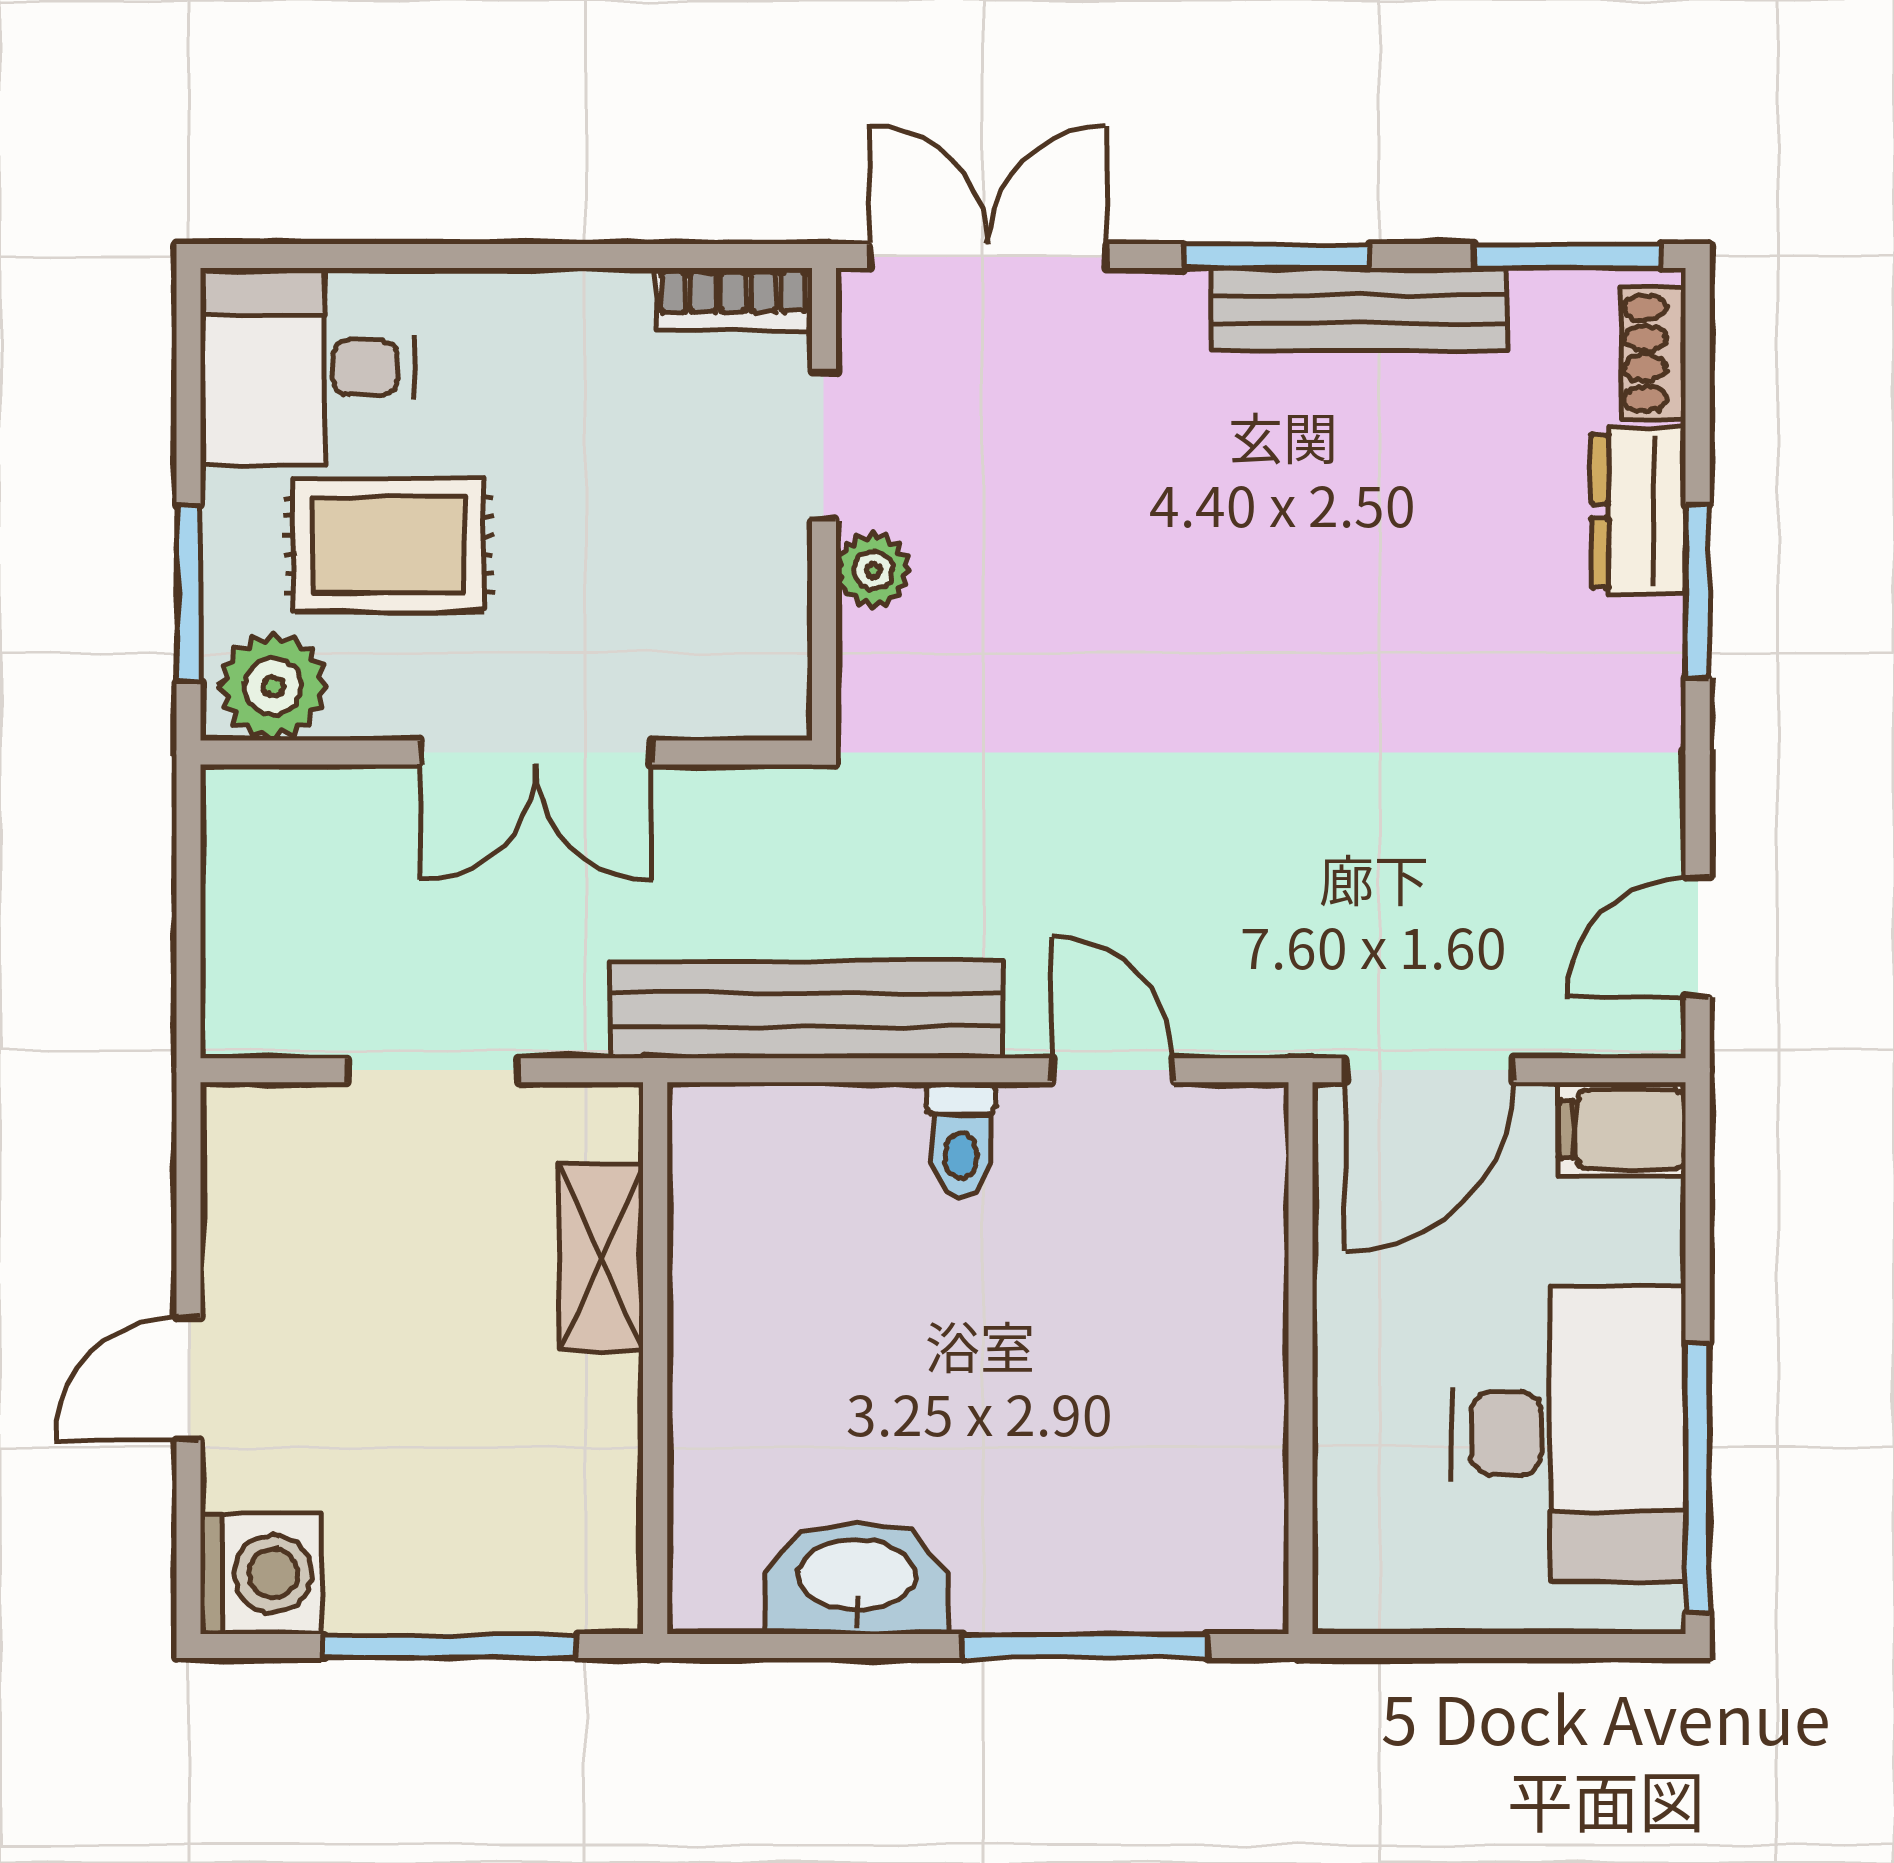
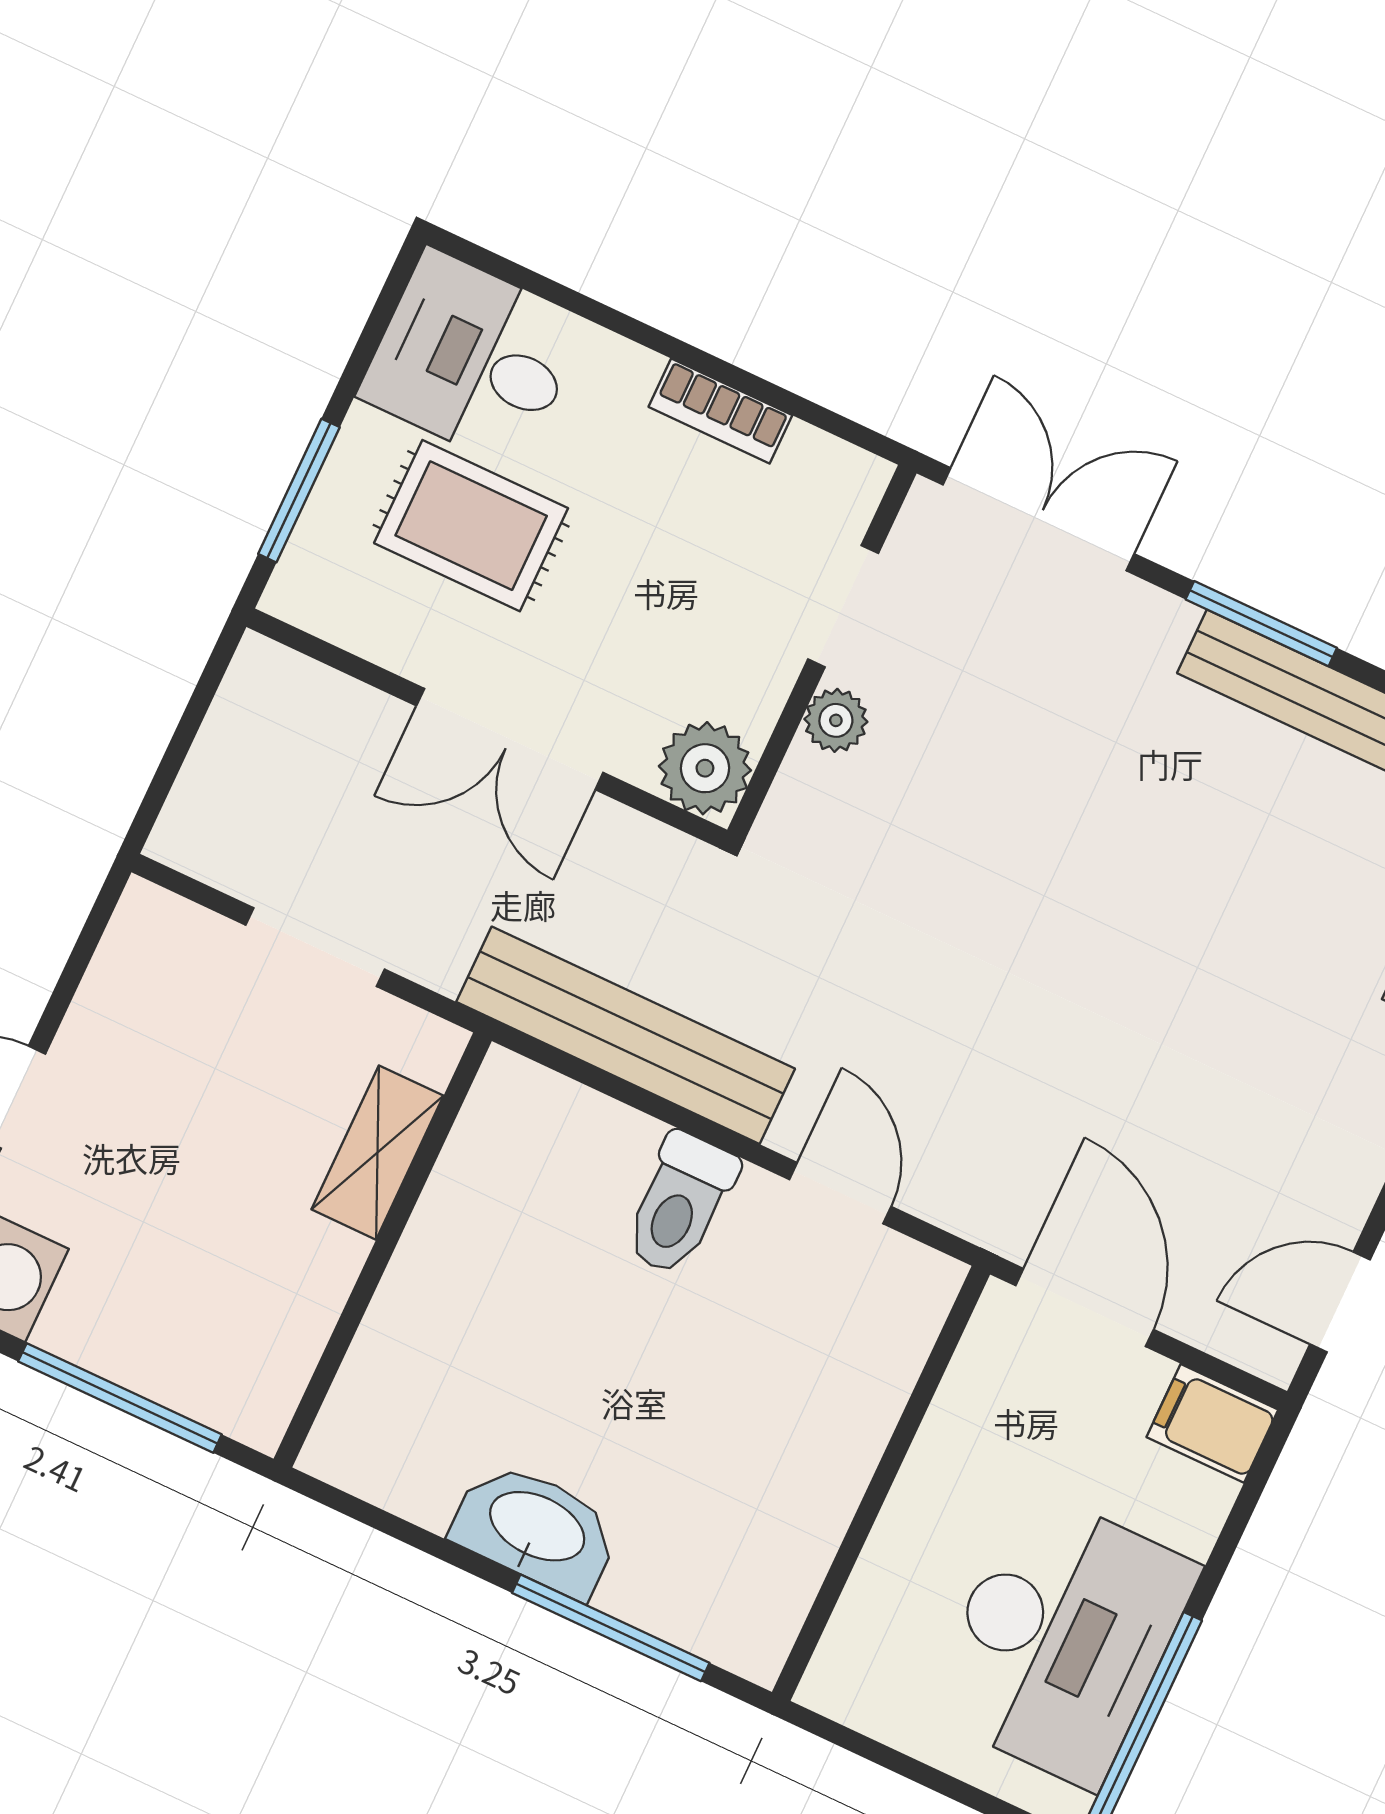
bookcase: (734, 299) -> (720, 411), moved
plant: (273, 686) -> (705, 768), moved
door: (1429, 1070) -> (1085, 1308), swing flipped
toilet: (961, 1139) -> (680, 1204), width x1.37, depth x1.39
washbasin: (857, 1578) -> (536, 1529), moved

